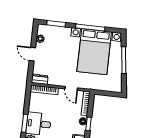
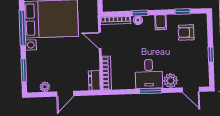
door: (71, 88) -> (100, 40), swing flipped

